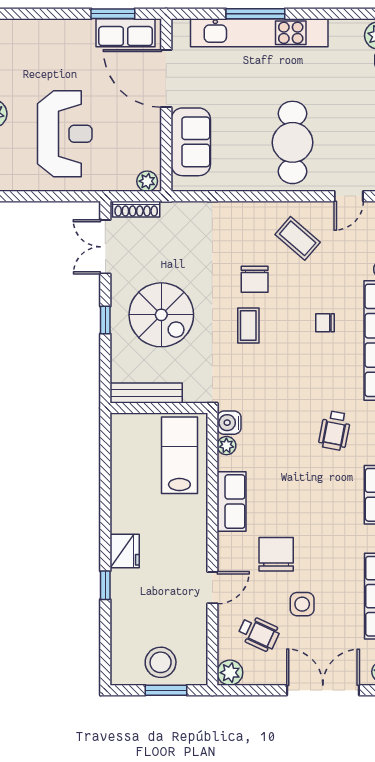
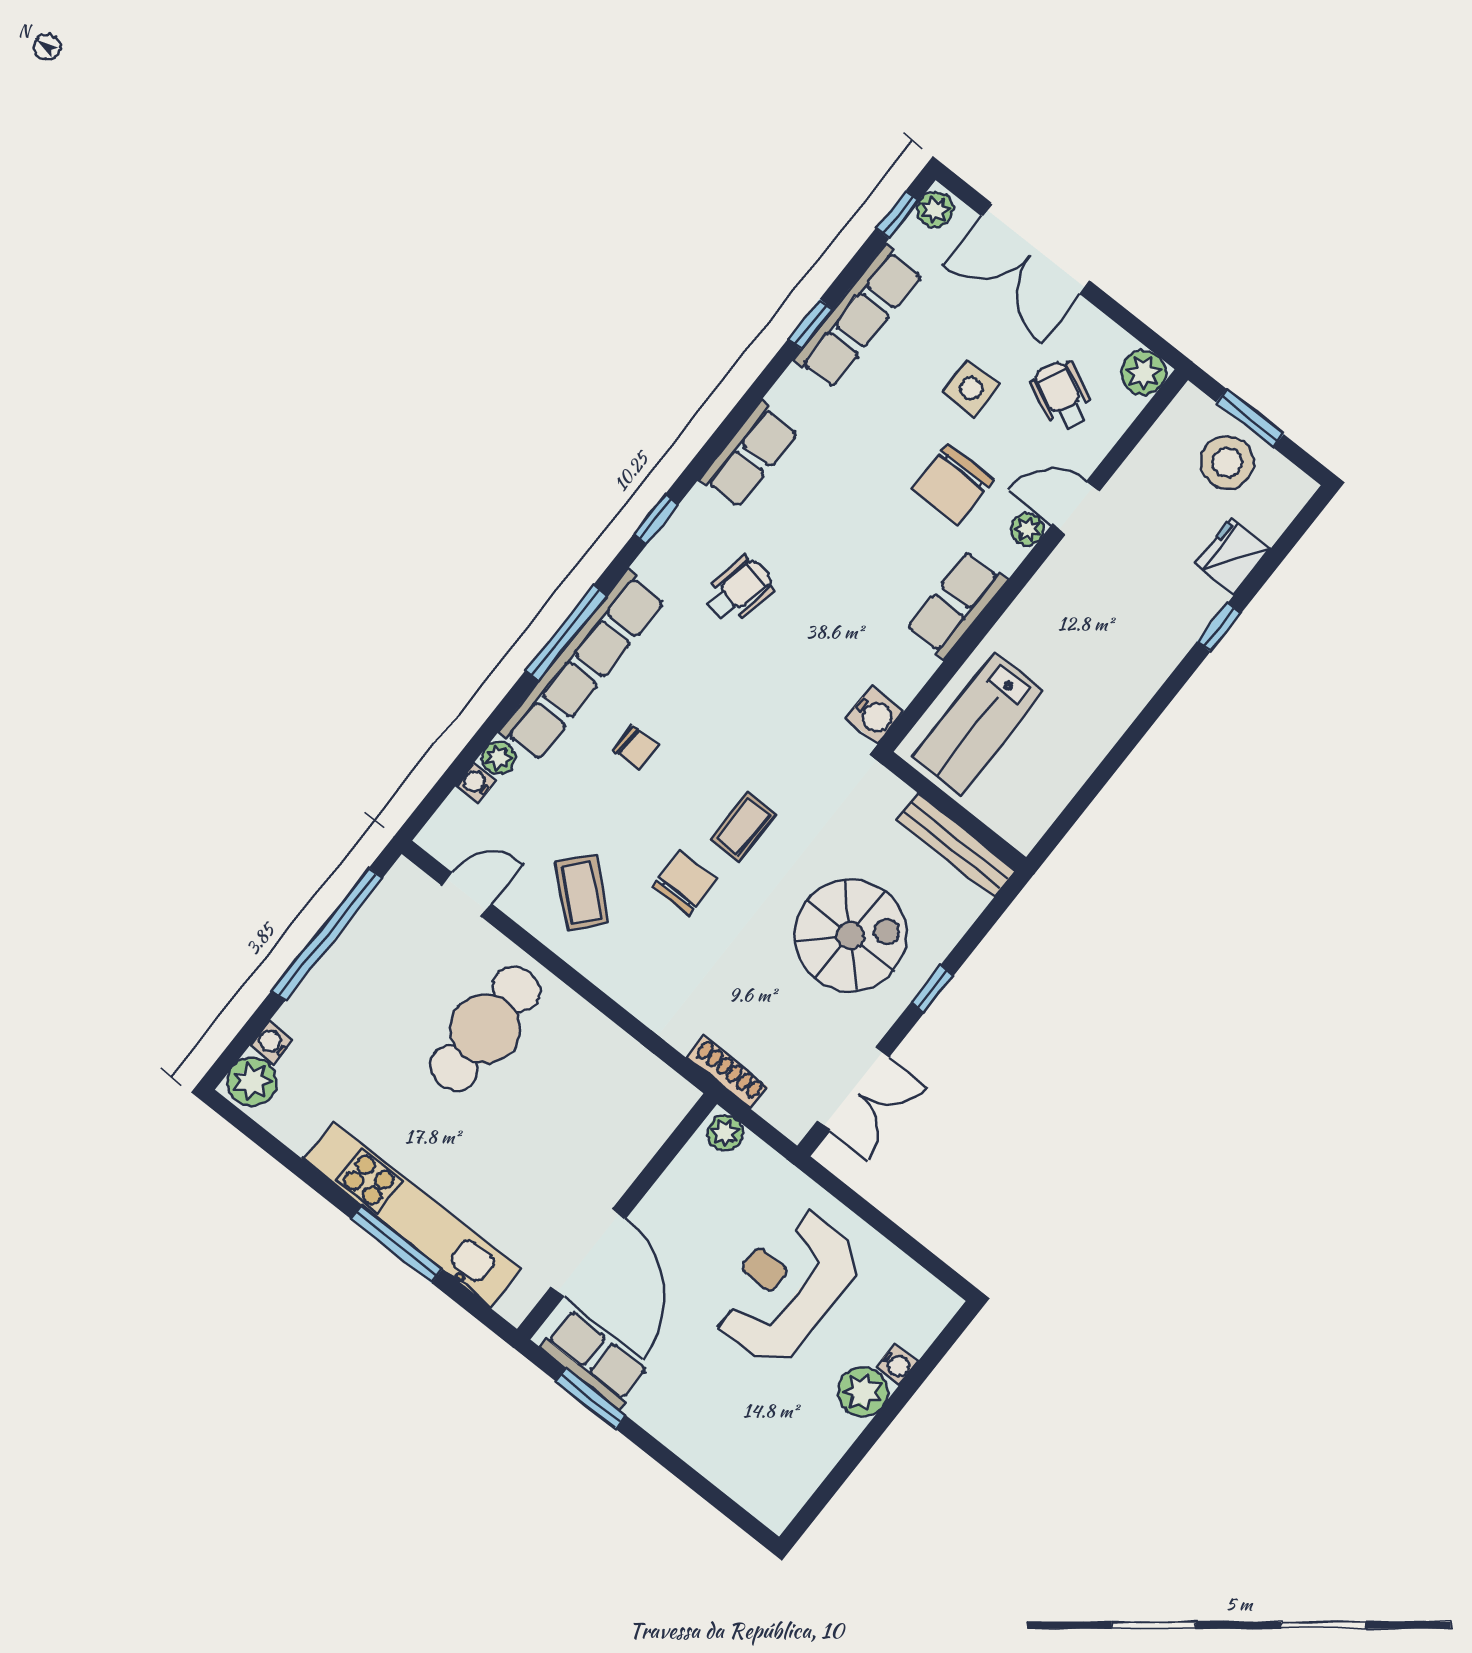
sofa: (191, 142) -> (623, 1140), removed
shoe rack: (136, 209) -> (727, 1073), moved
spiral stairs: (161, 315) -> (850, 935), turned 90
plant: (226, 446) -> (1027, 529), moved
fridge: (125, 551) -> (1232, 556), moved

